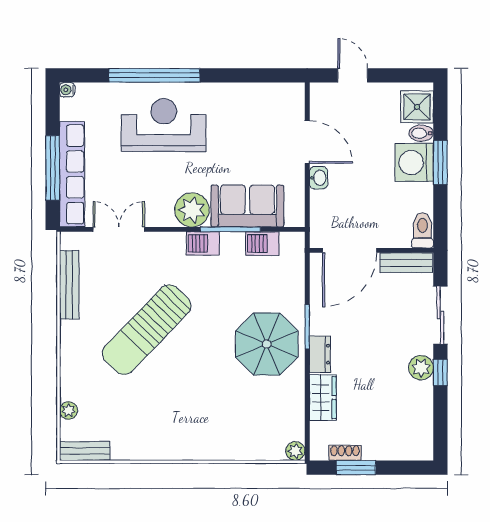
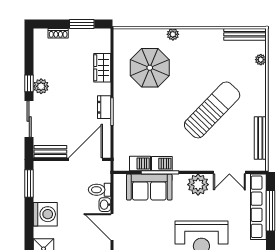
bidet: (421, 133) -> (41, 232), removed
window: (440, 163) -> (29, 184), moved
plant: (192, 210) -> (198, 185), moved
toilet: (422, 230) -> (99, 190), moved, turned 90
barbecue: (203, 243) -> (162, 164), moved
parasol: (267, 344) -> (150, 68), moved
dresser: (320, 354) -> (104, 107), moved
bench: (85, 451) -> (245, 34), width x1.36
plant: (295, 451) -> (173, 34), moved
shoe rack: (345, 453) -> (58, 33), moved

